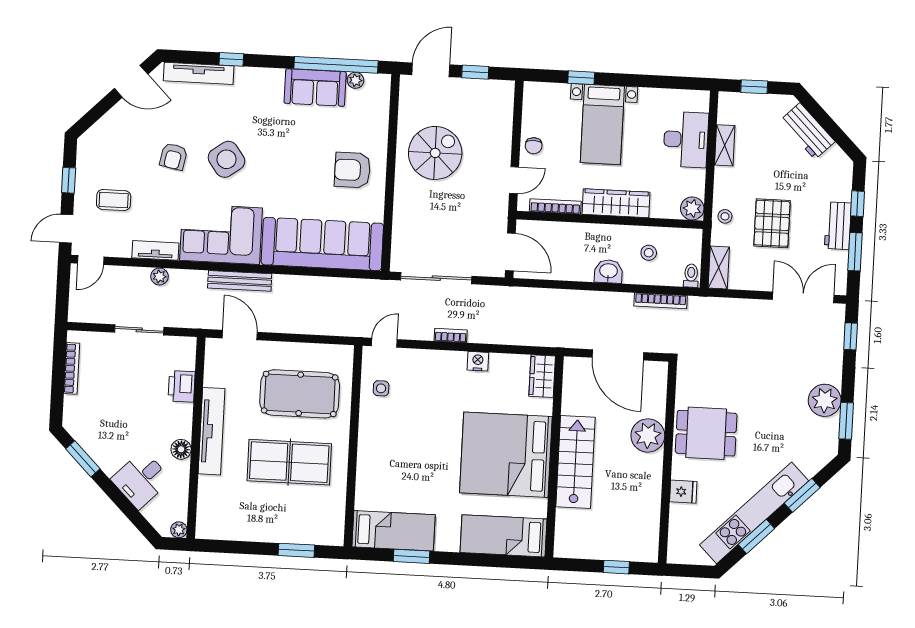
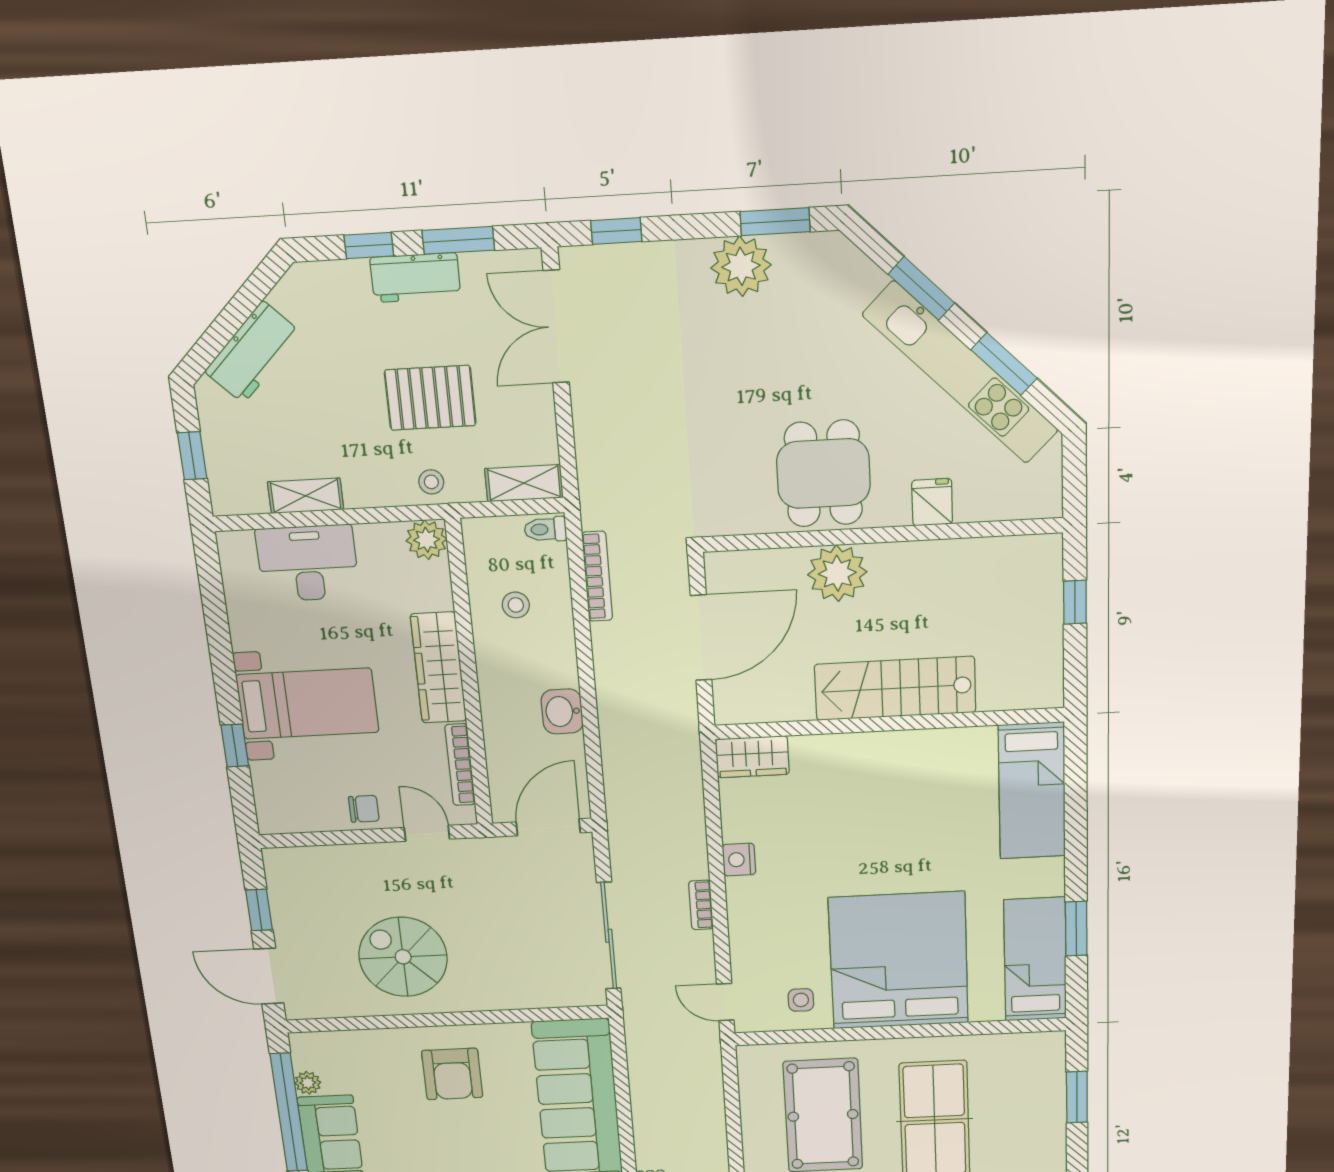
washbasin: (608, 271) -> (562, 711), moved
bed: (506, 455) -> (899, 961), moved, turned 180

